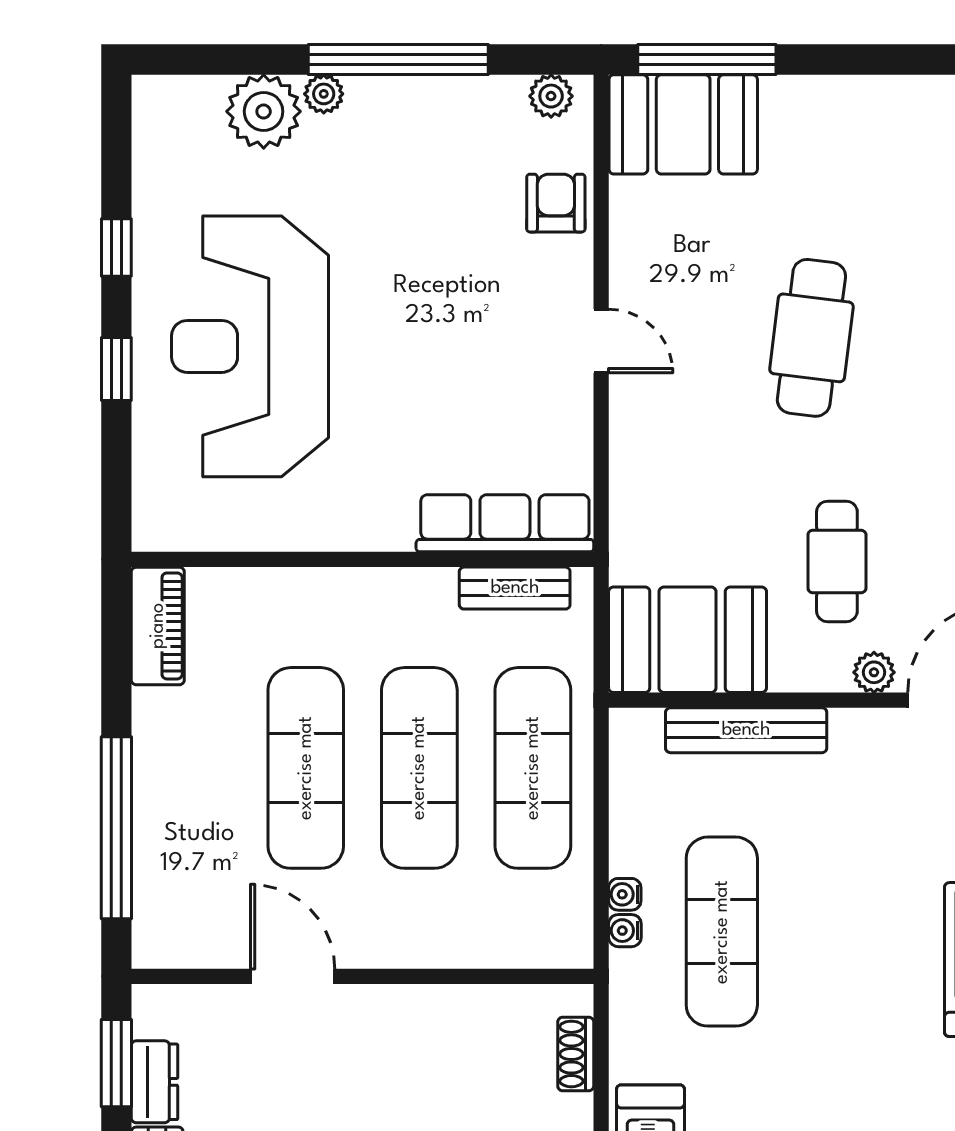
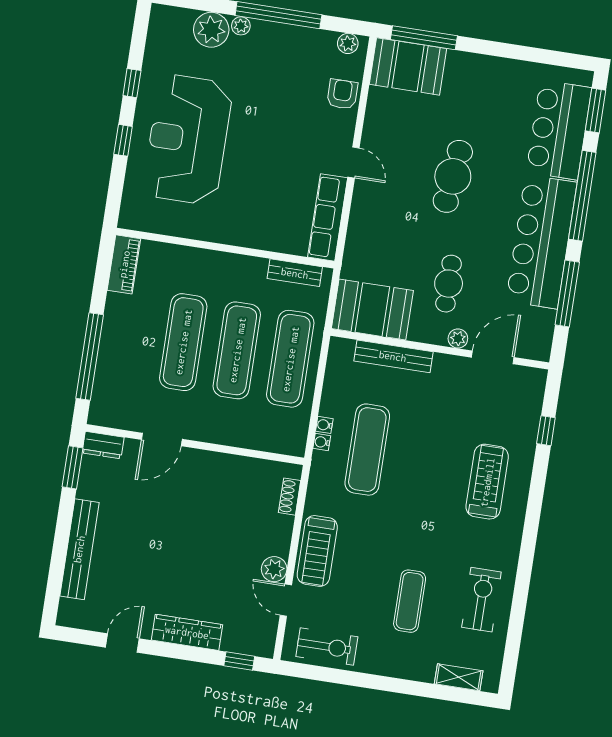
row of seats: (505, 523) -> (328, 217), moved, turned -90
door: (293, 976) -> (162, 439), swing flipped
dresser: (155, 1082) -> (103, 445), moved, turned 90

